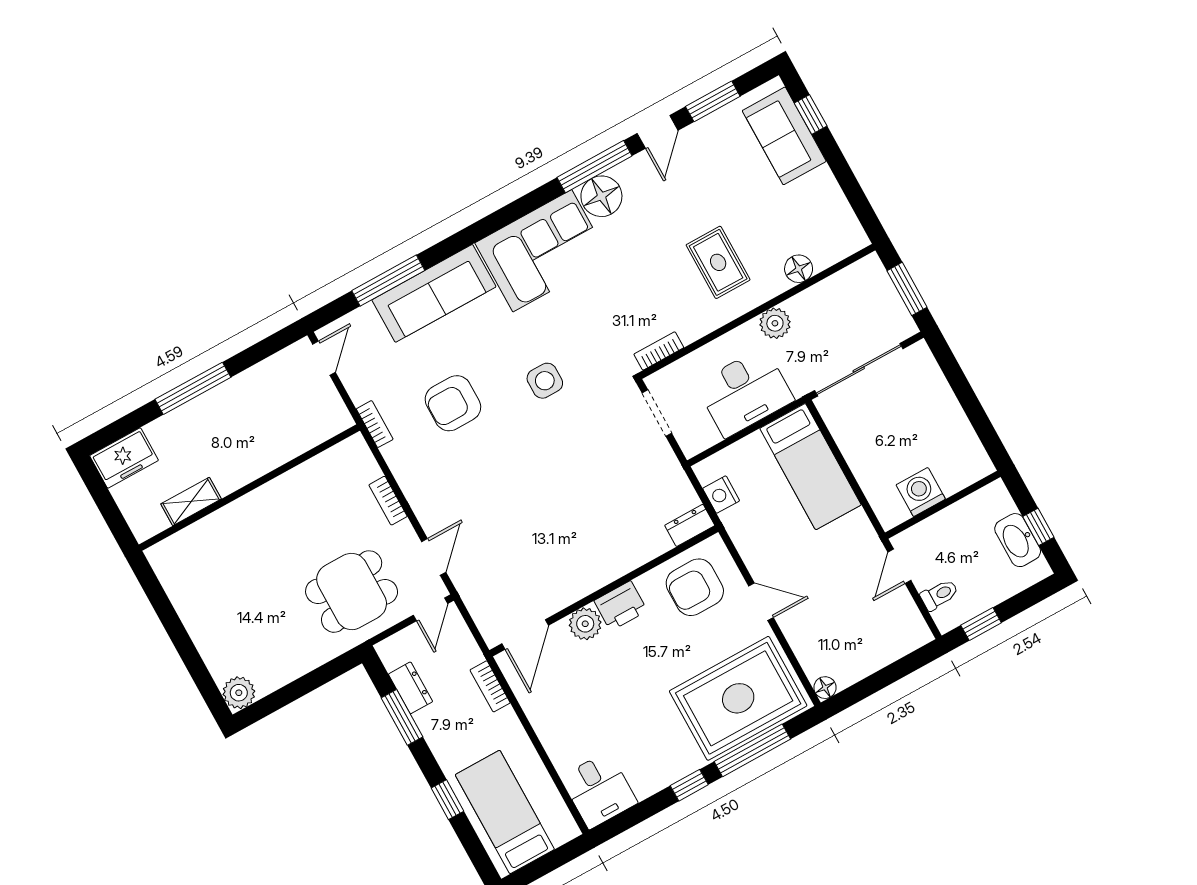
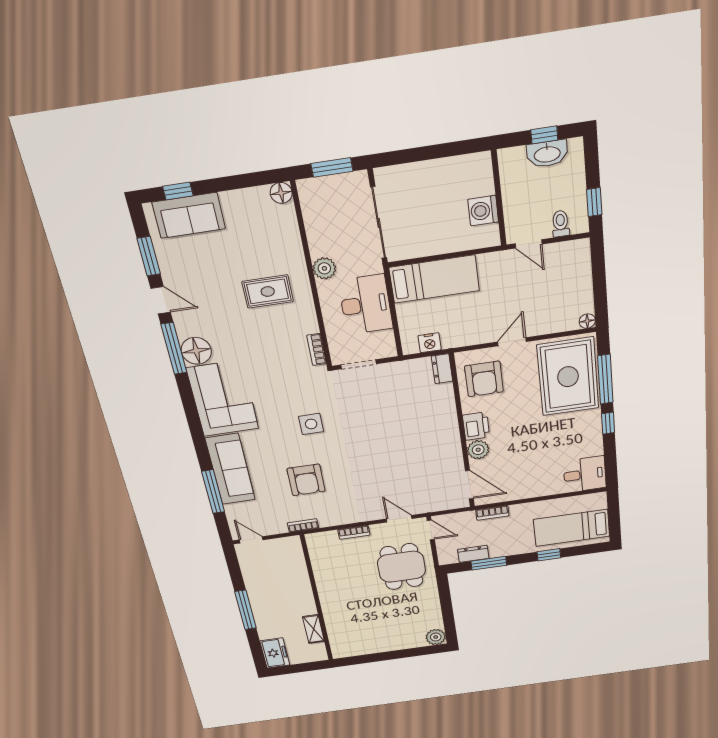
floor lamp: (799, 269) -> (281, 193), moved

